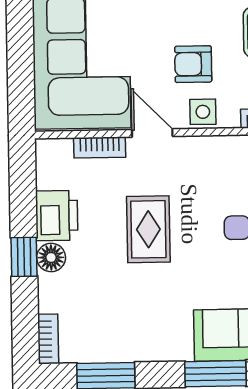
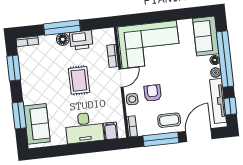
rug: (148, 229) -> (79, 80), turned 90
window: (24, 257) -> (62, 28), width x2.17

